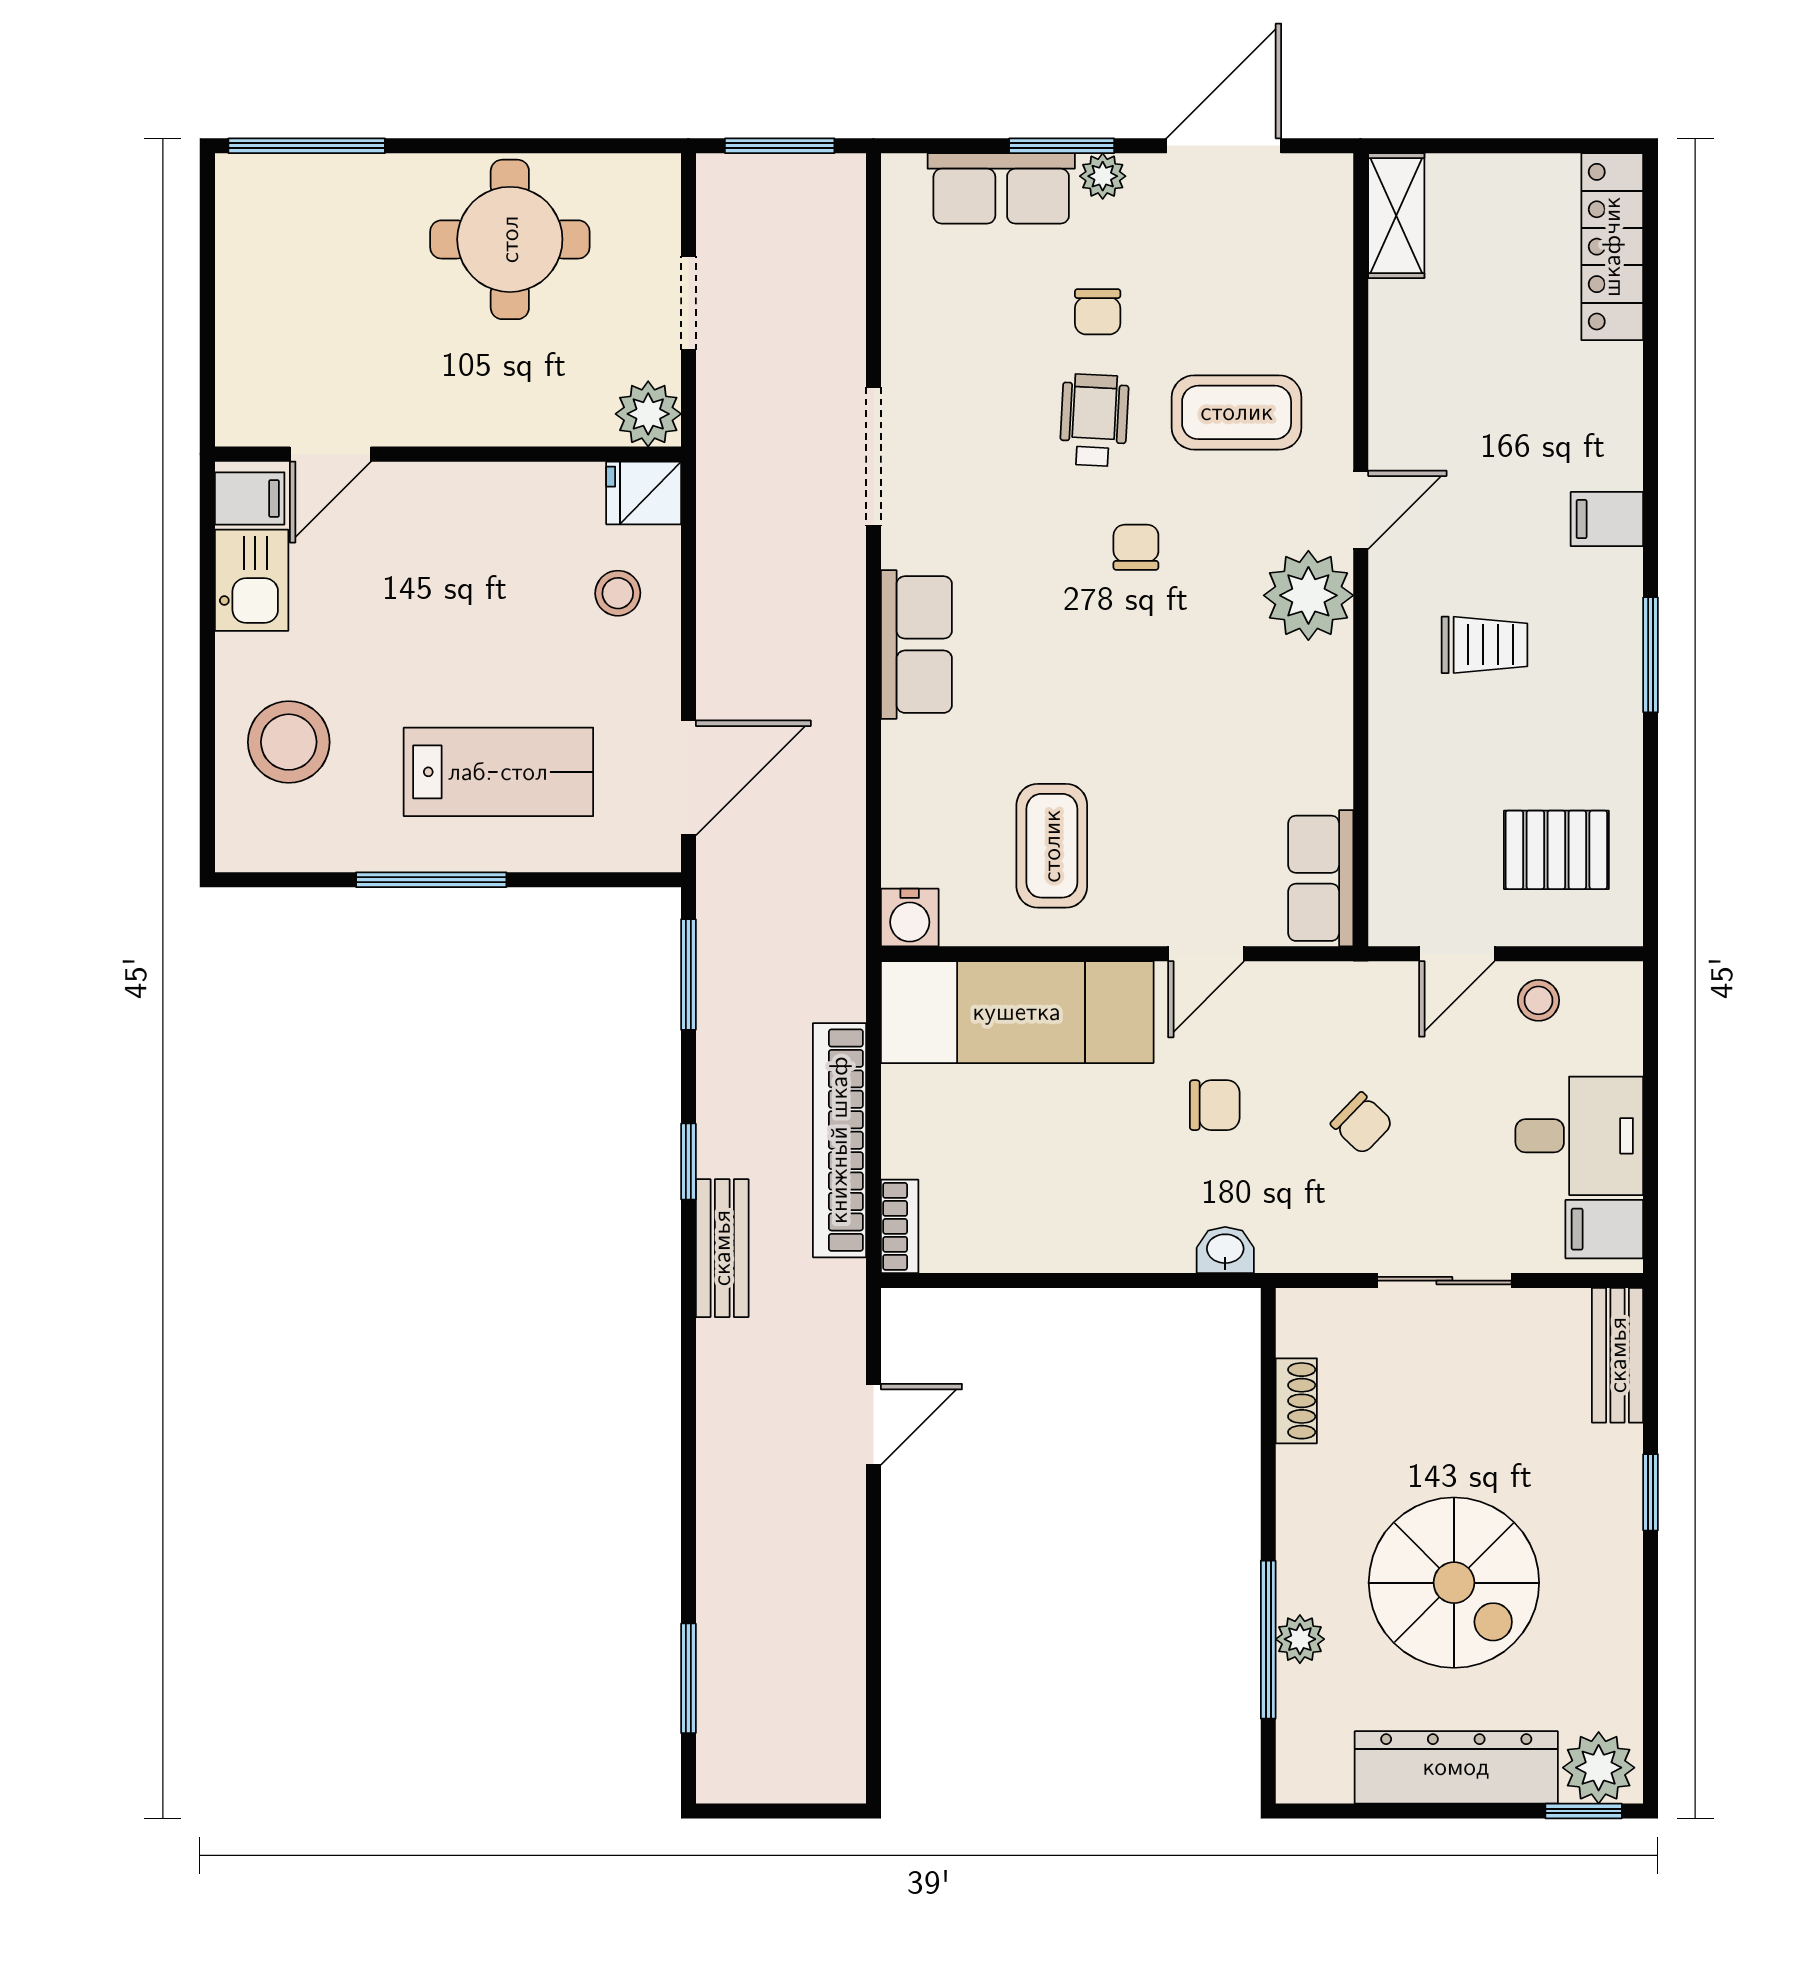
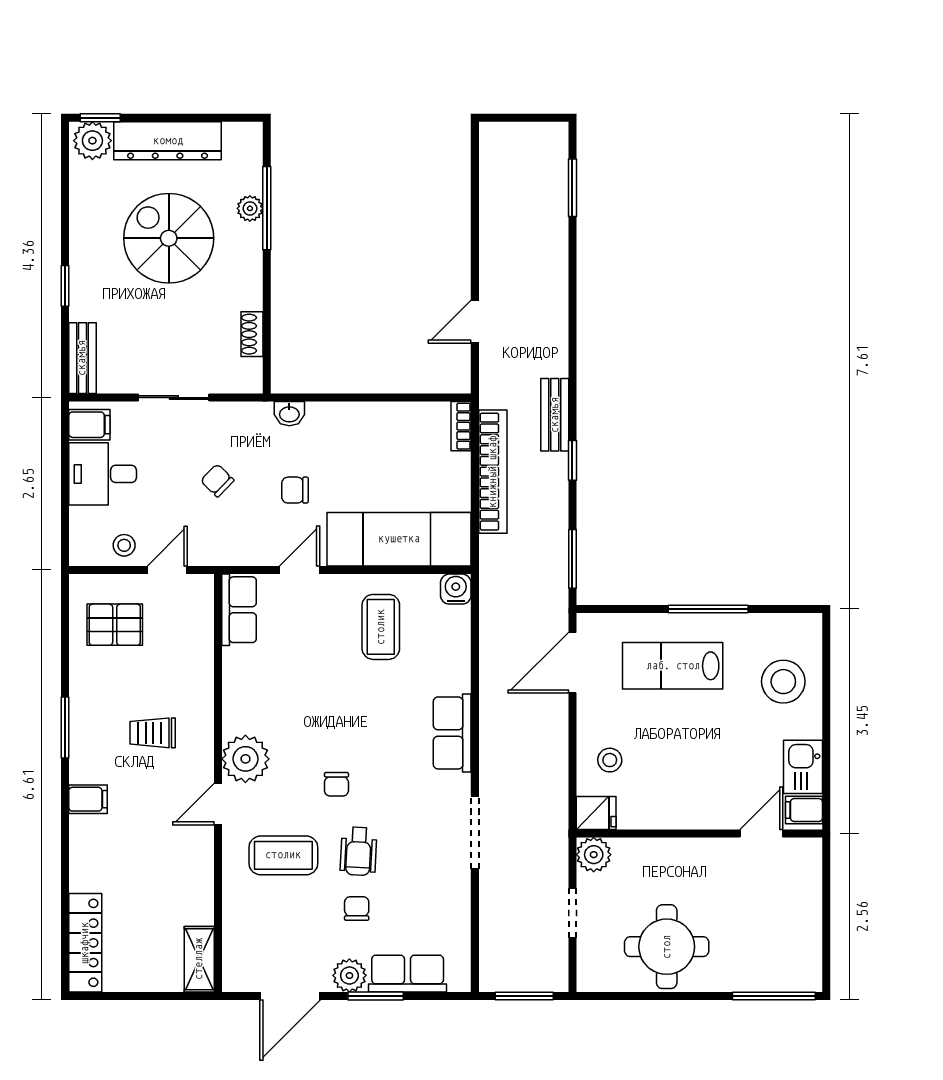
plant: (1103, 176) -> (349, 975), width x1.38, depth x1.38

